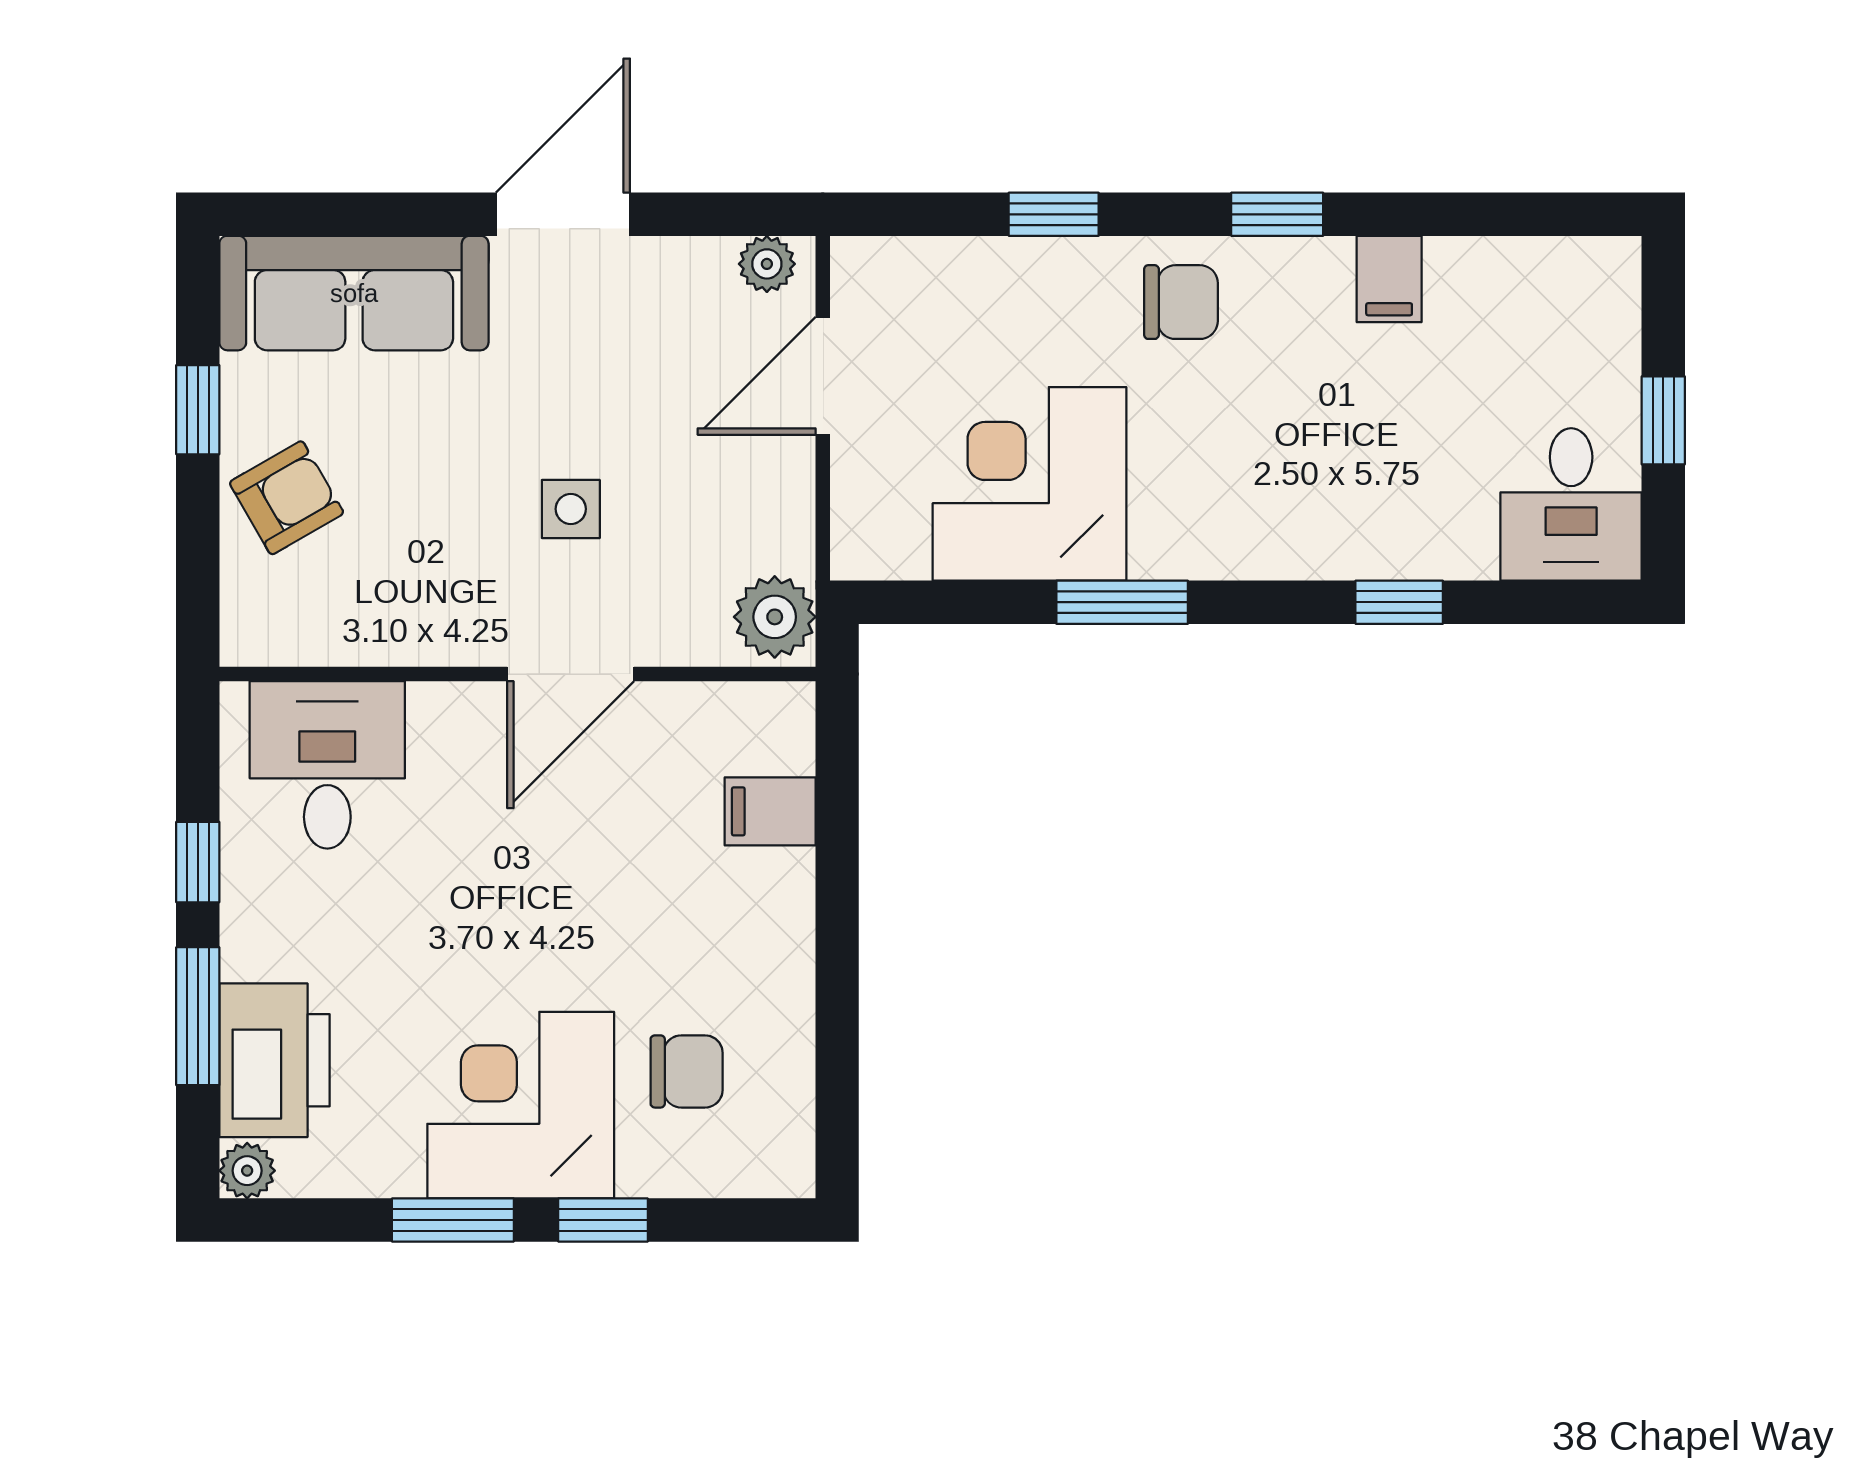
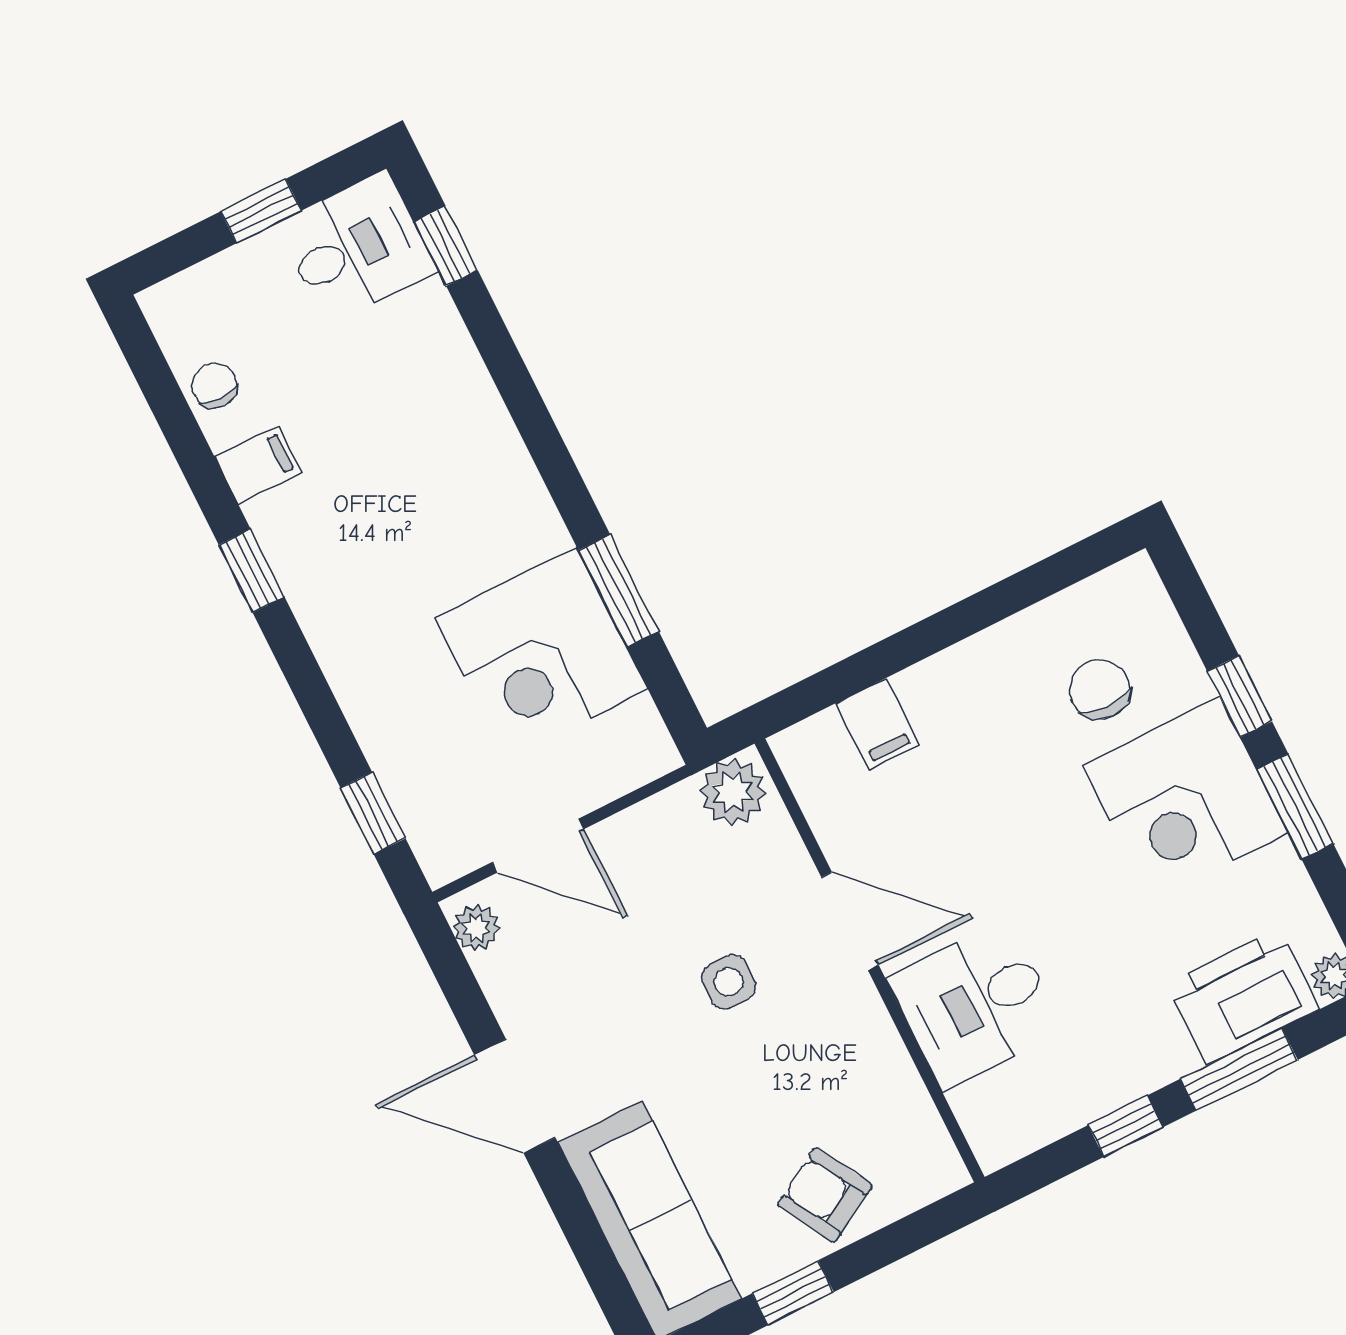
window: (1054, 214) -> (373, 813), moved
chair: (1181, 302) -> (214, 385), moved, width x0.73, depth x0.73
window: (1122, 602) -> (618, 591), moved
window: (1399, 602) -> (446, 246), moved
desk: (327, 765) -> (975, 1004), moved

